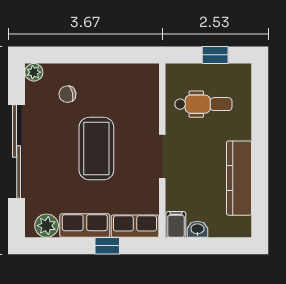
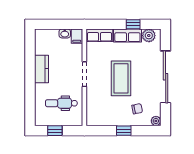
window: (91, 55) -> (124, 131), added
kitchen counter: (239, 178) -> (42, 69), width x0.67
window: (107, 246) -> (133, 24), moved

